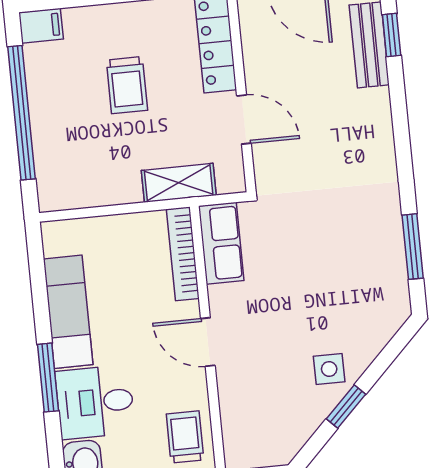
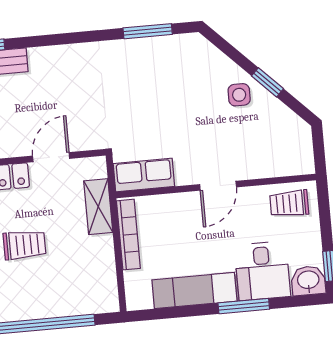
bookcase: (183, 254) -> (128, 235), moved, turned -90

